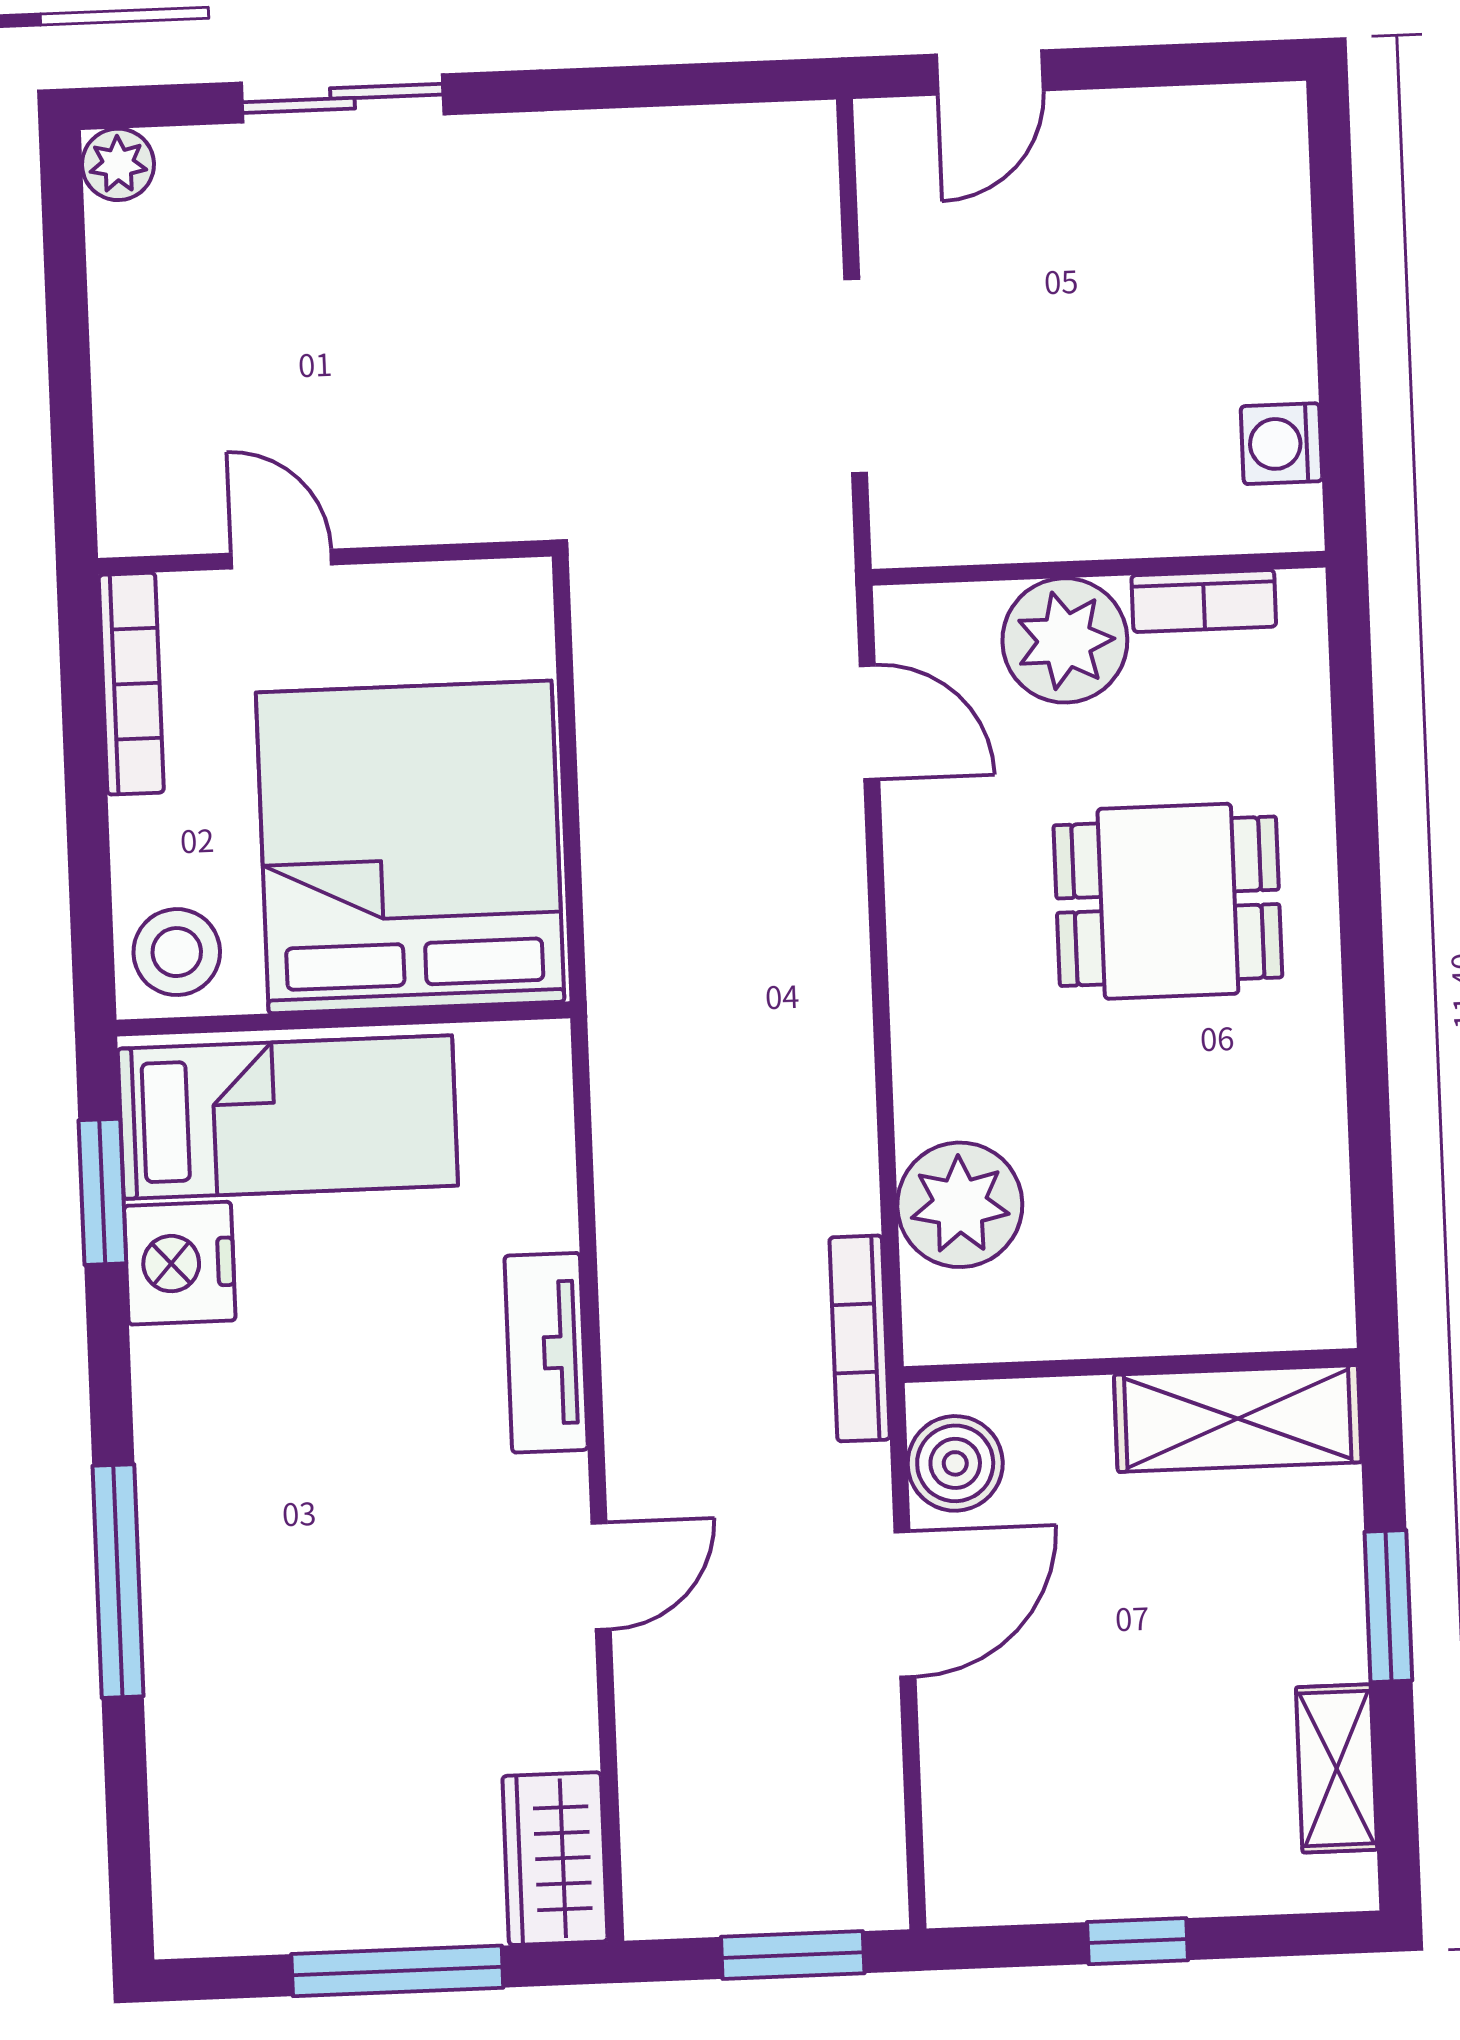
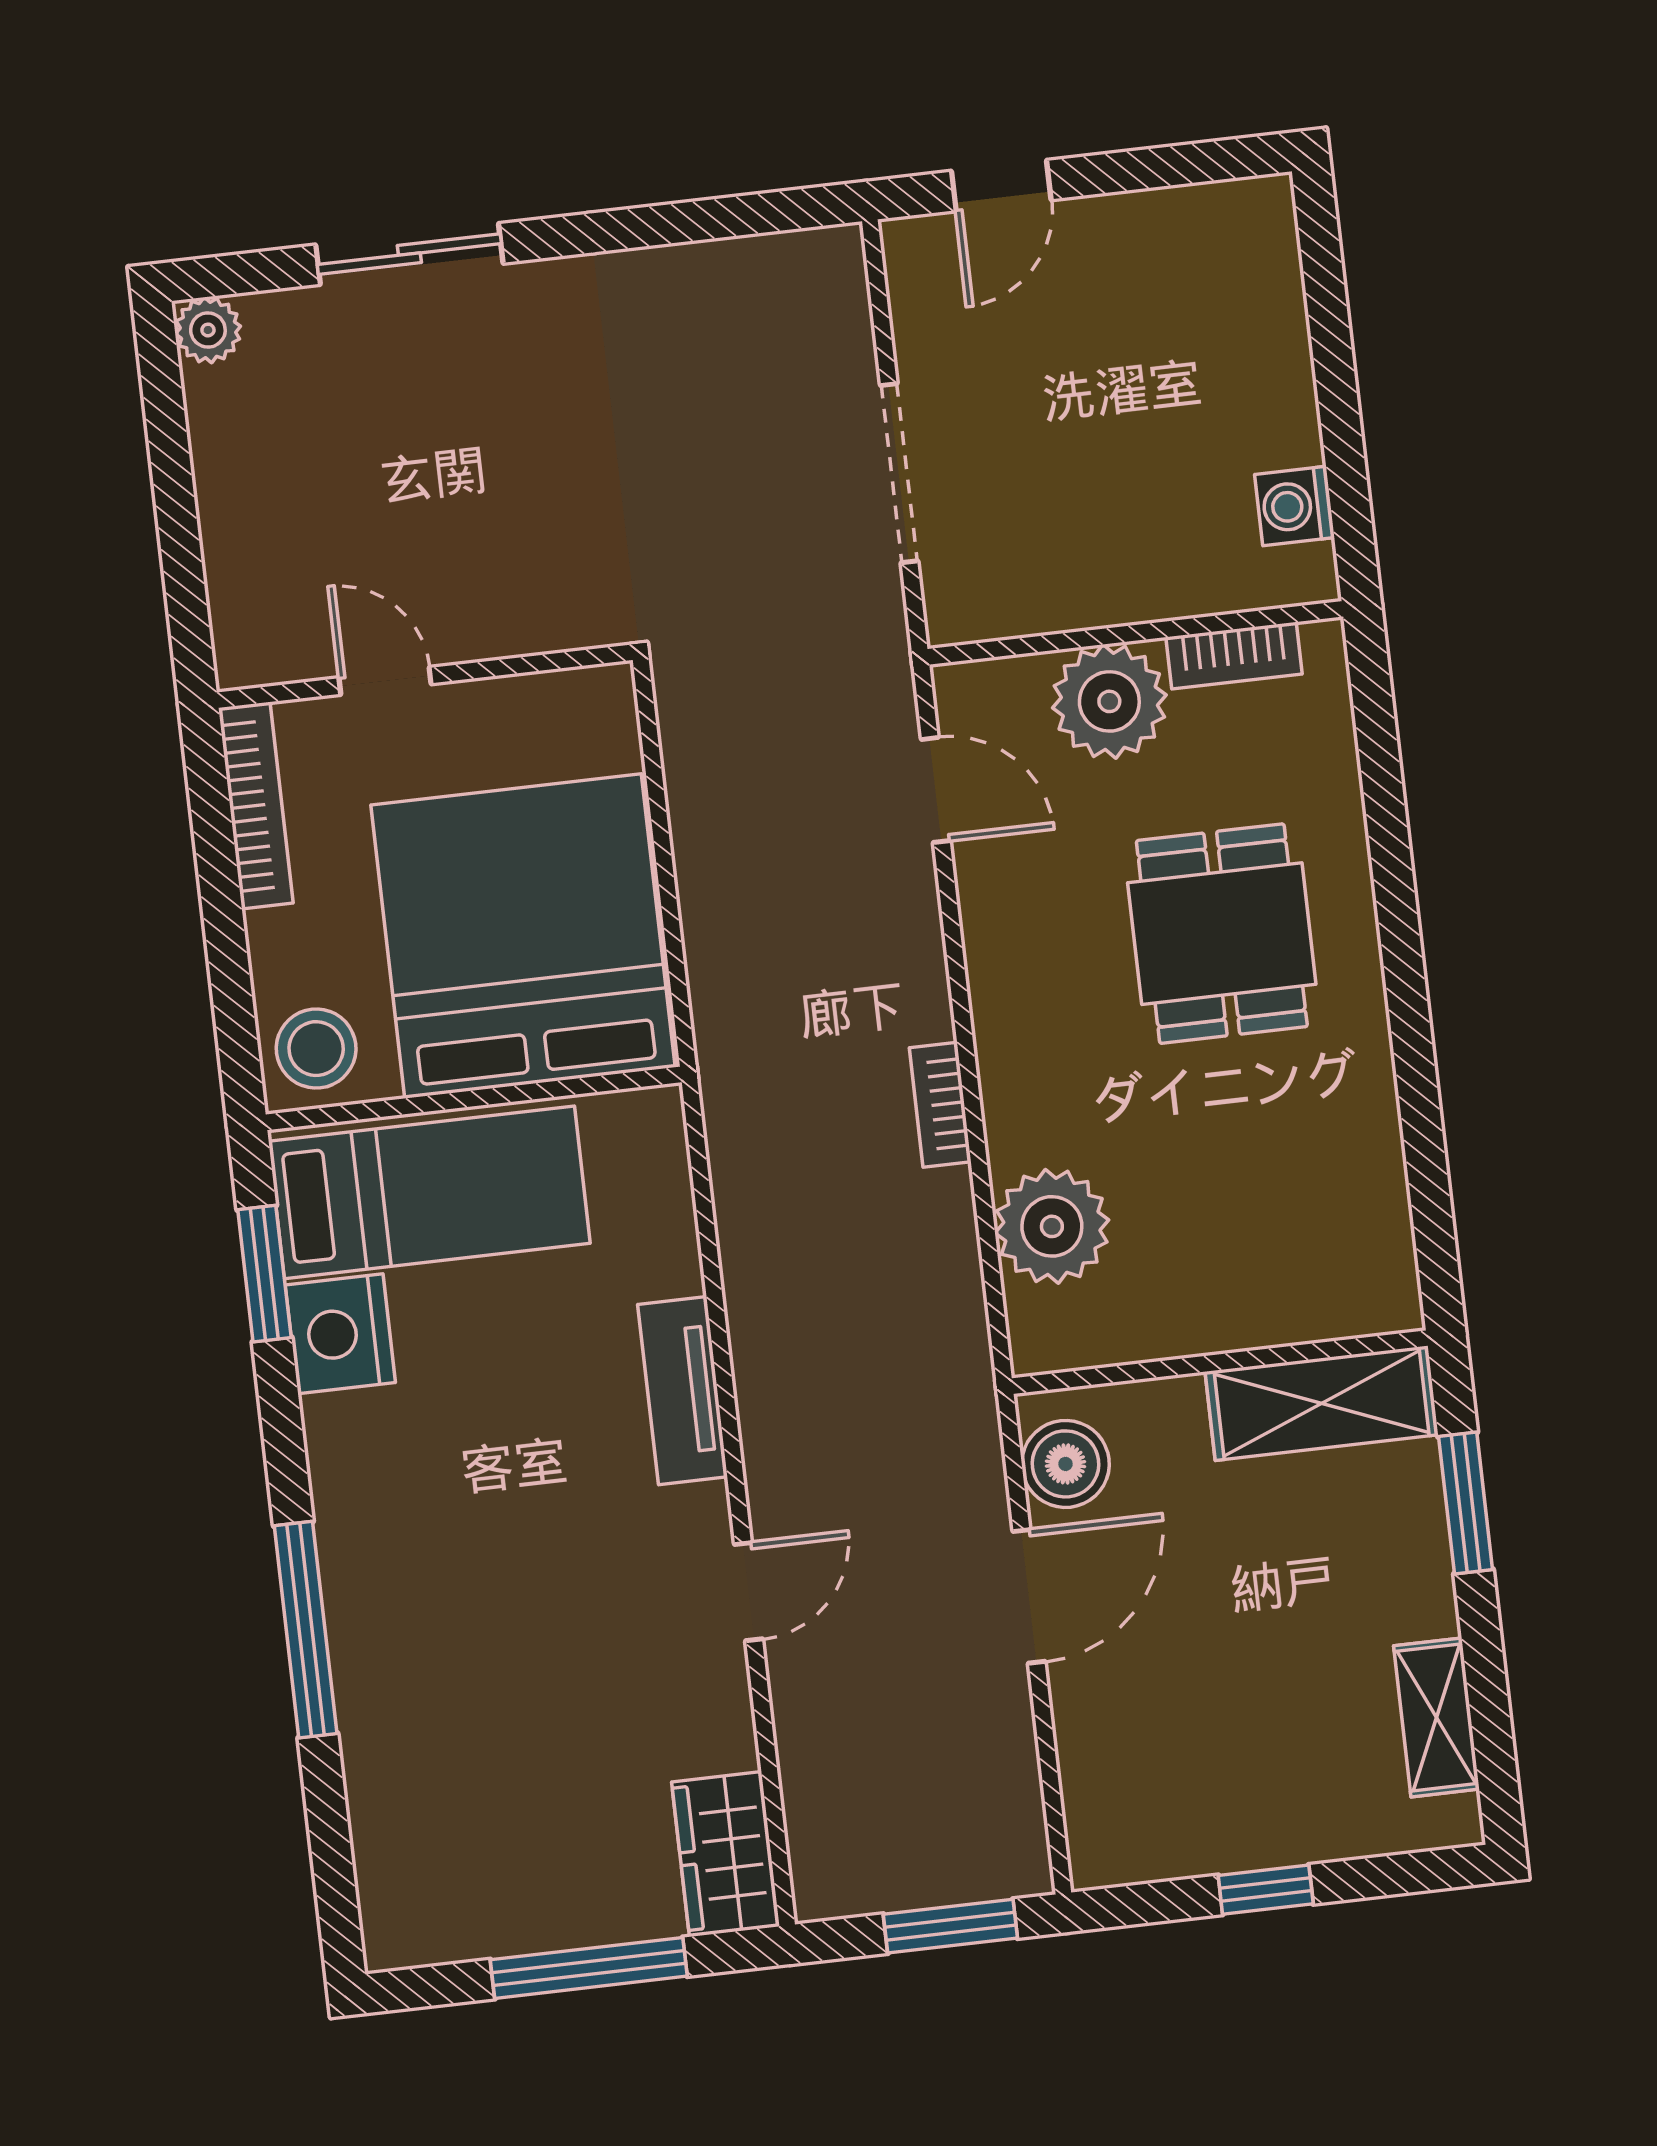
dining table: (1168, 901) -> (1222, 934), turned 90
bookcase: (860, 1338) -> (940, 1105), moved, width x0.64
window: (1388, 1606) -> (1466, 1503), moved

